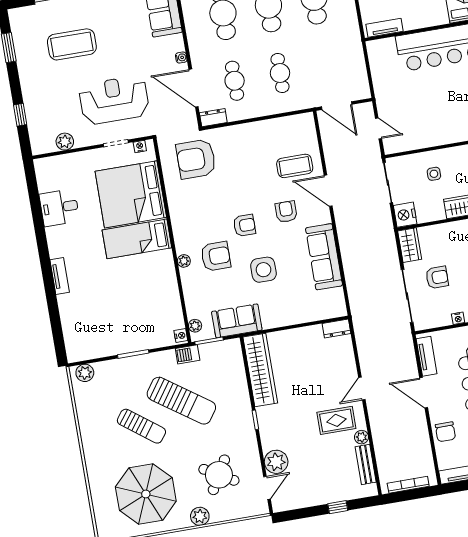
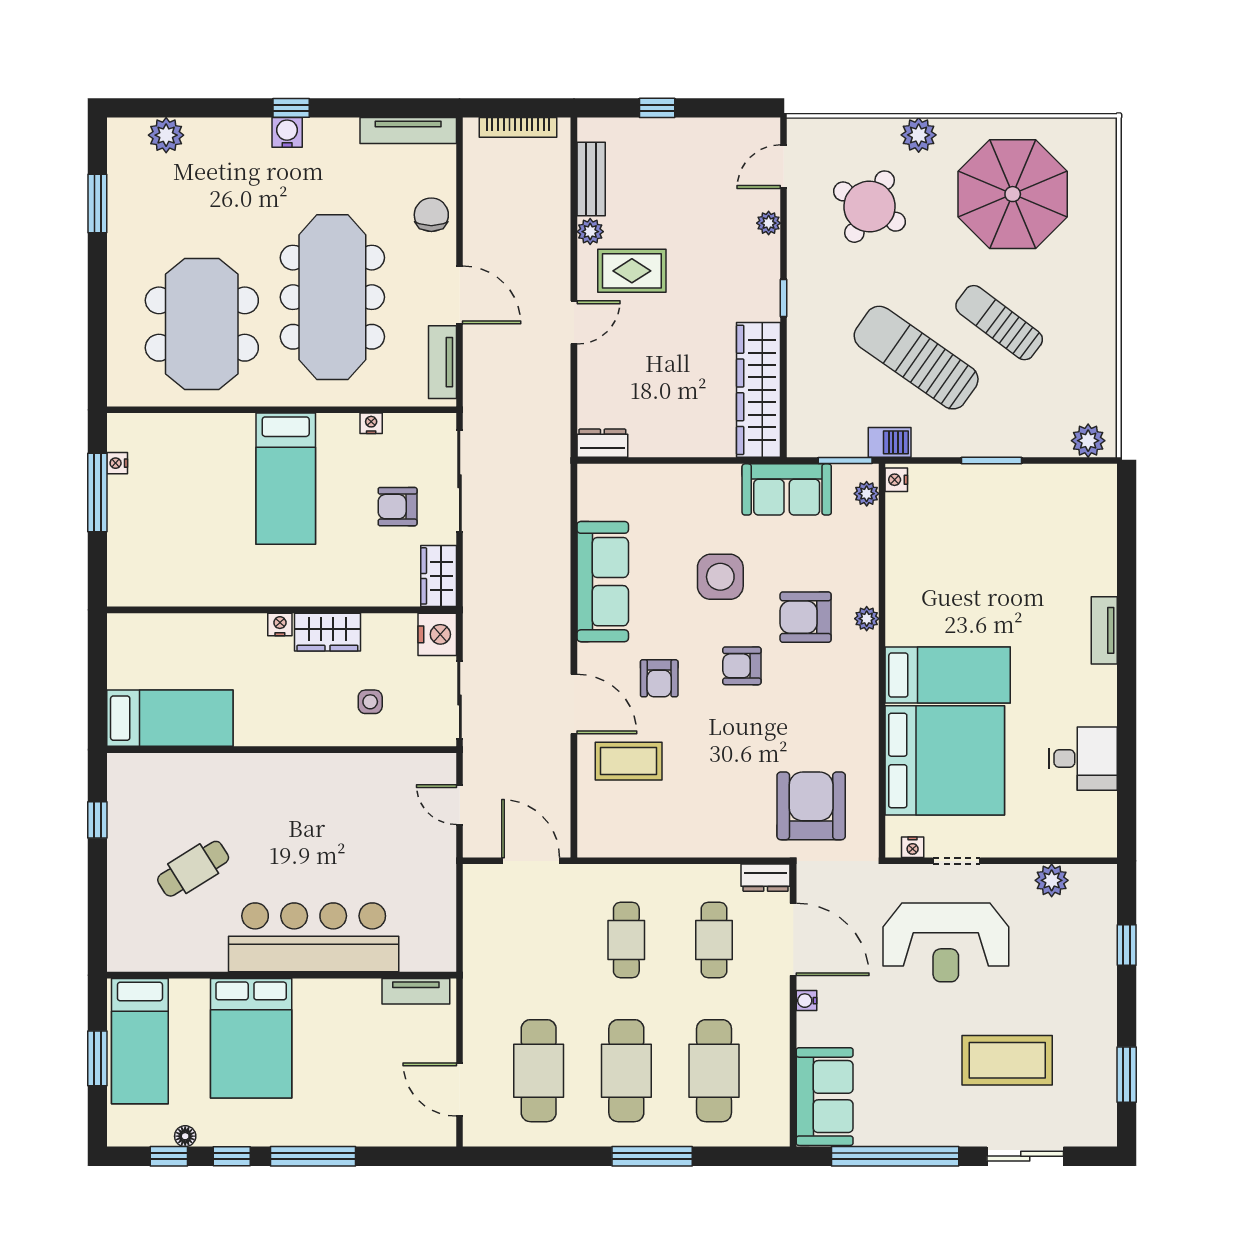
armchair: (196, 159) -> (811, 806), turned -90
plant: (276, 462) -> (769, 223), width x0.53, depth x0.53

